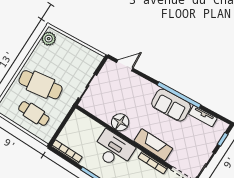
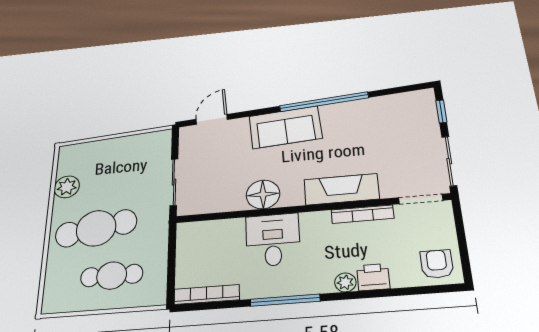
plant: (49, 39) -> (67, 187), moved
sofa: (171, 105) -> (285, 127), moved
tv unit: (203, 116) -> (384, 103), removed
desk: (113, 150) -> (273, 240), width x0.73

